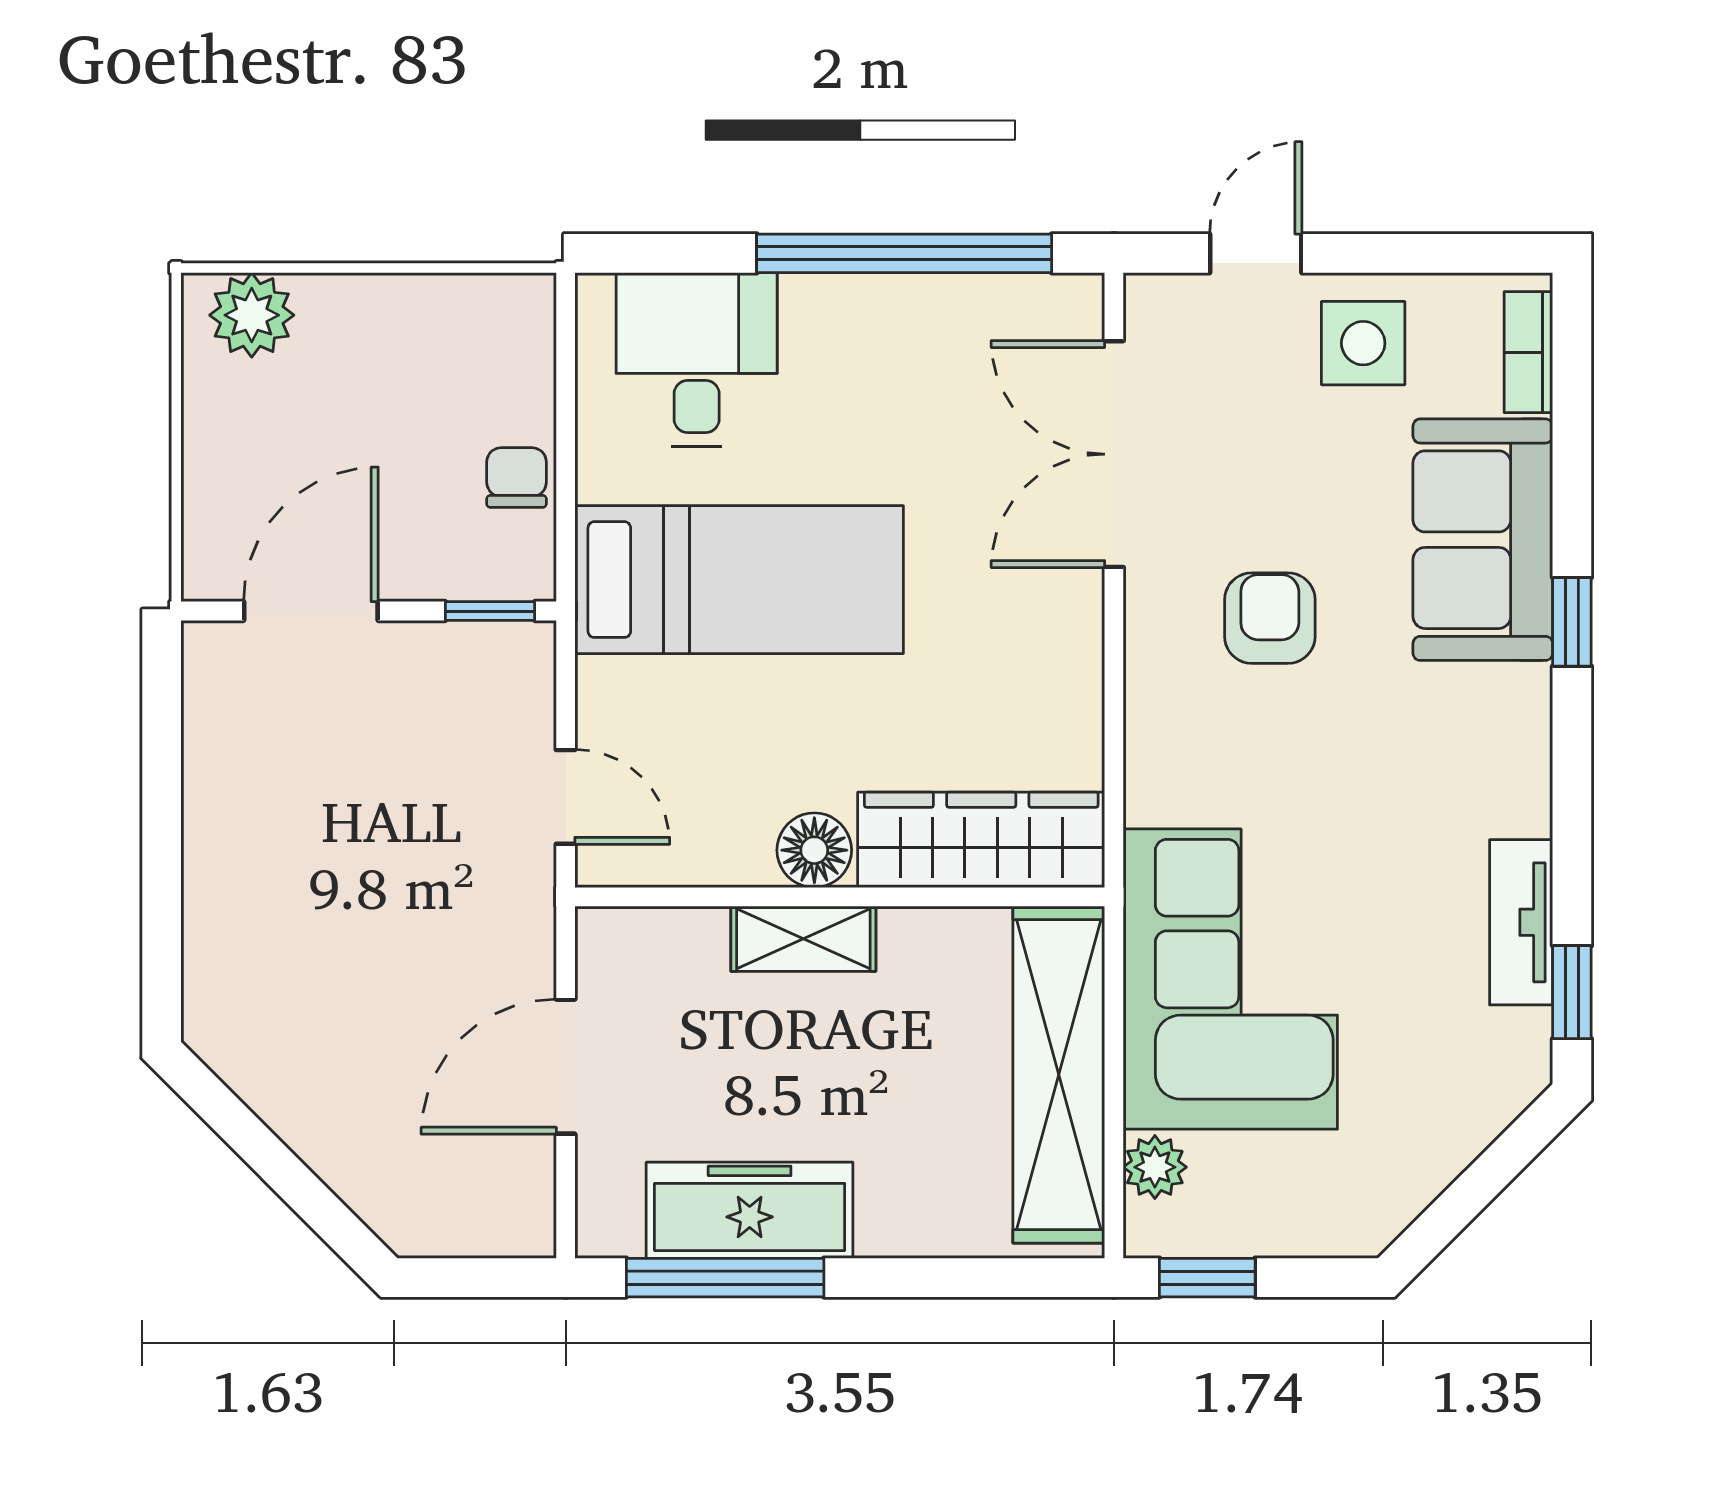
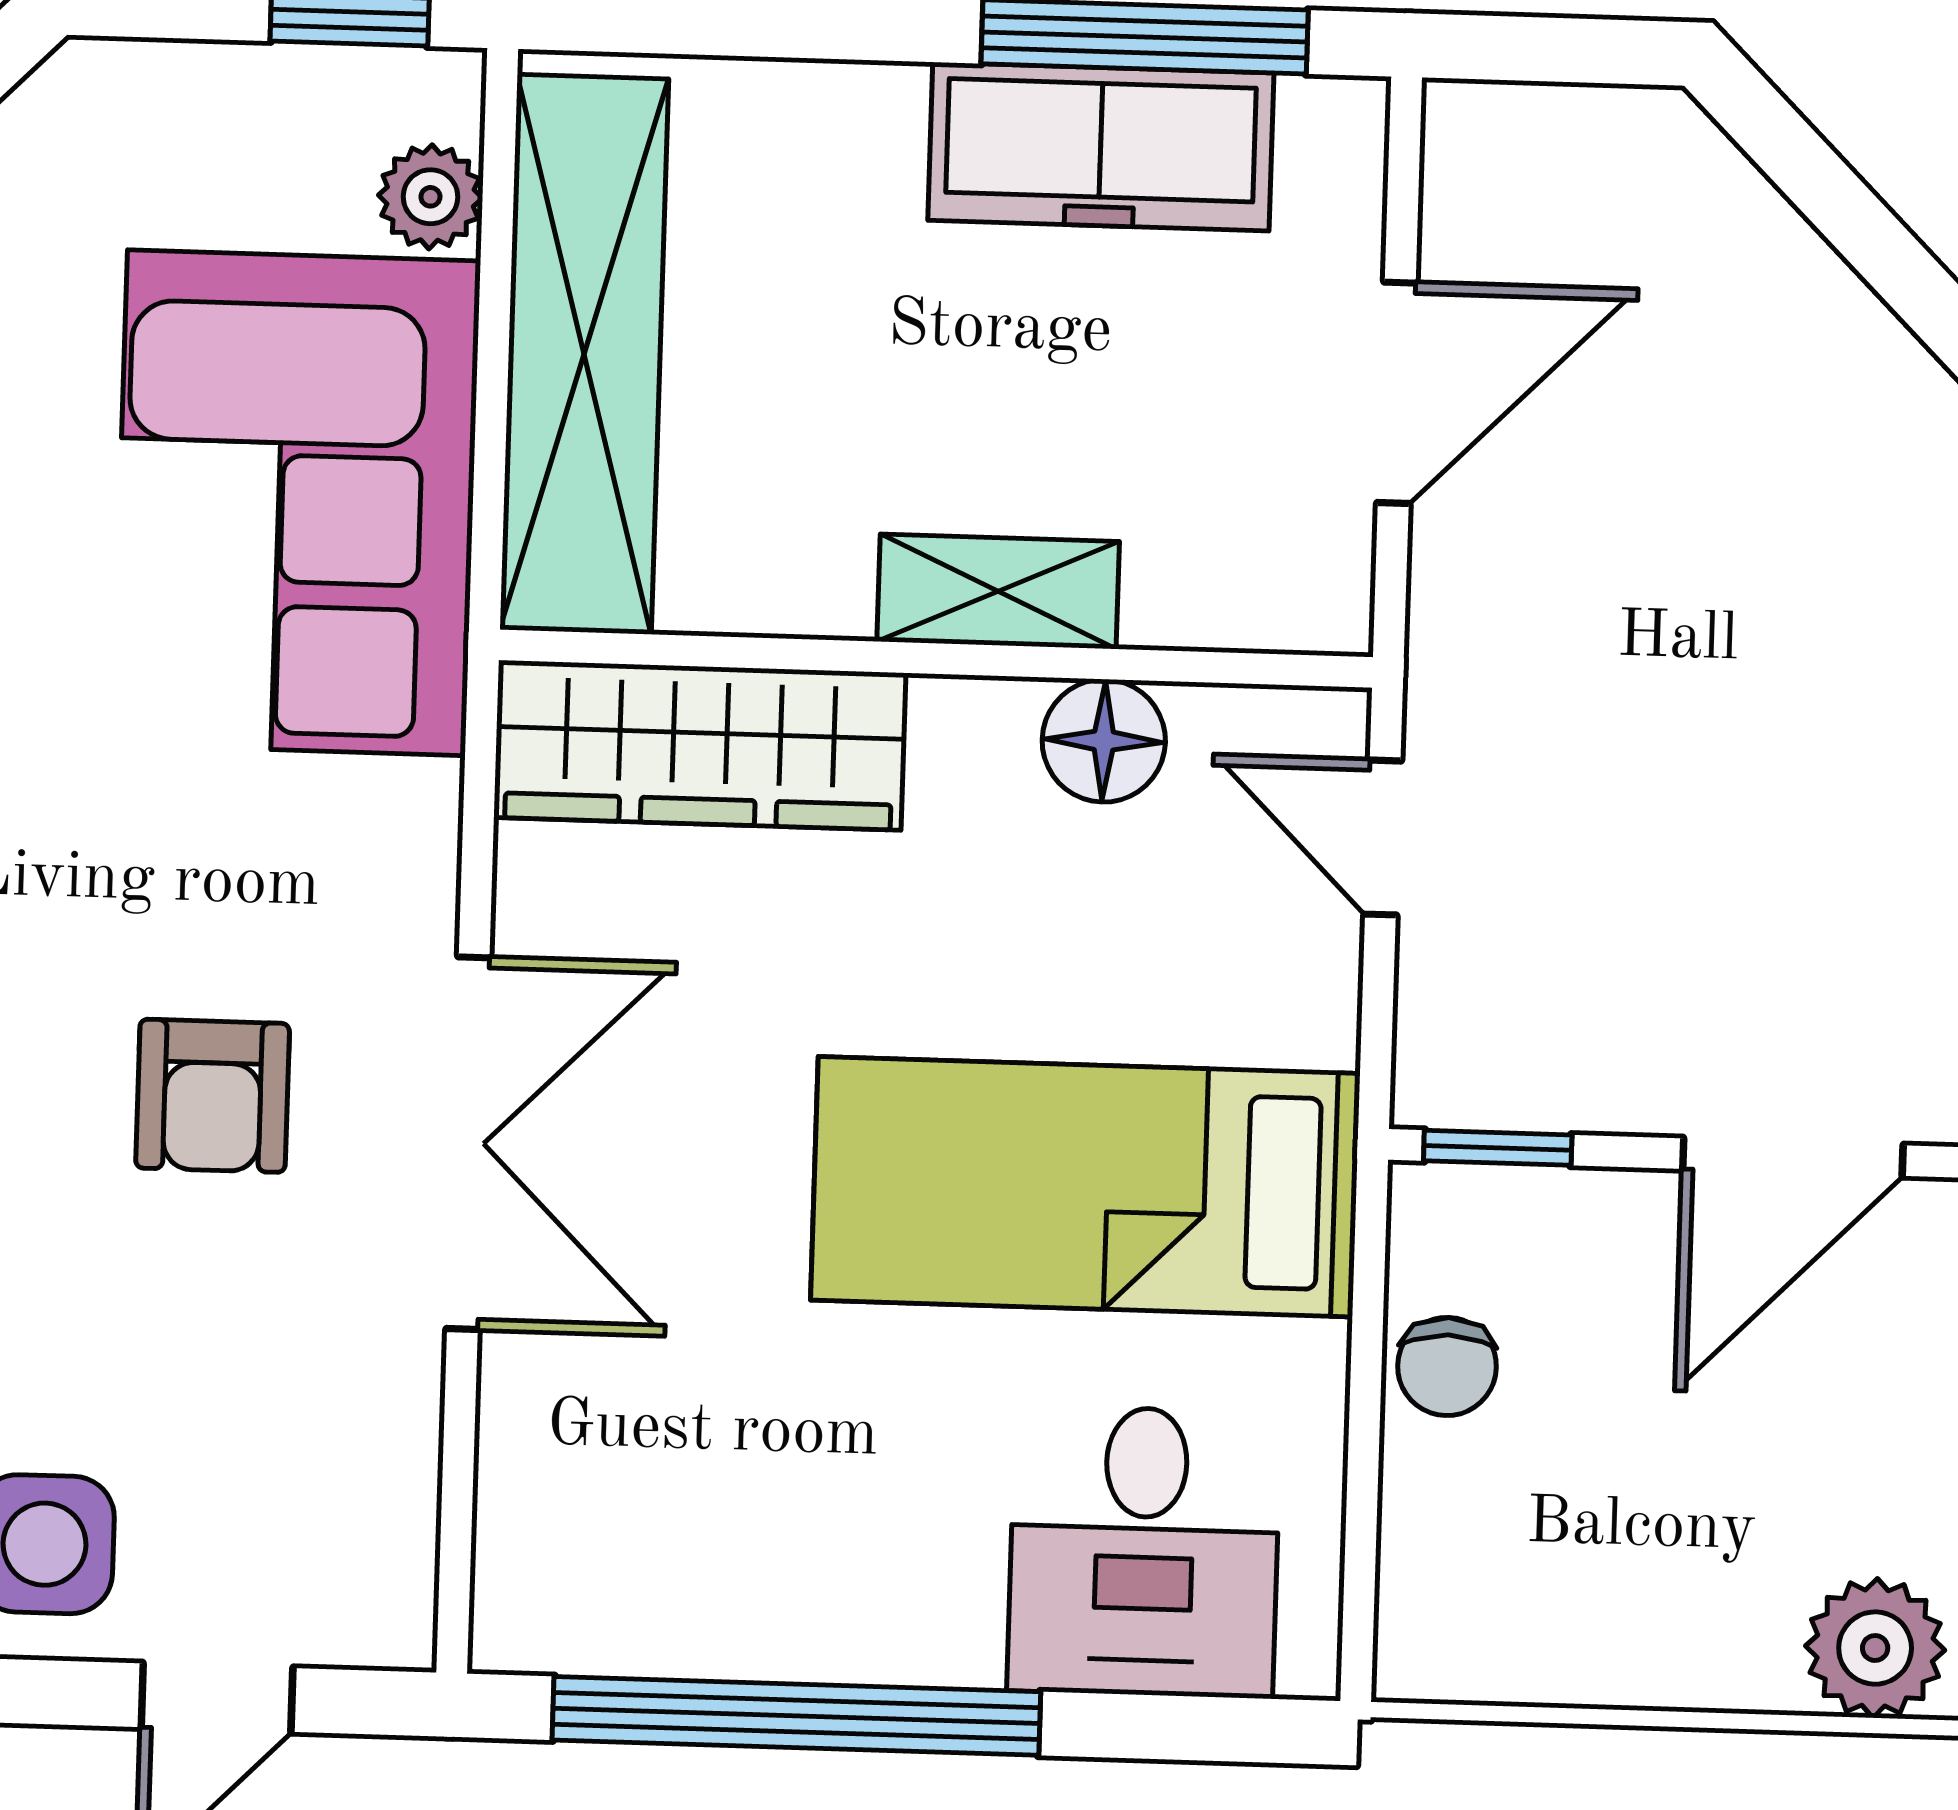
double door: (1114, 454) -> (468, 1143), moved
floor lamp: (814, 850) -> (1104, 741), moved

